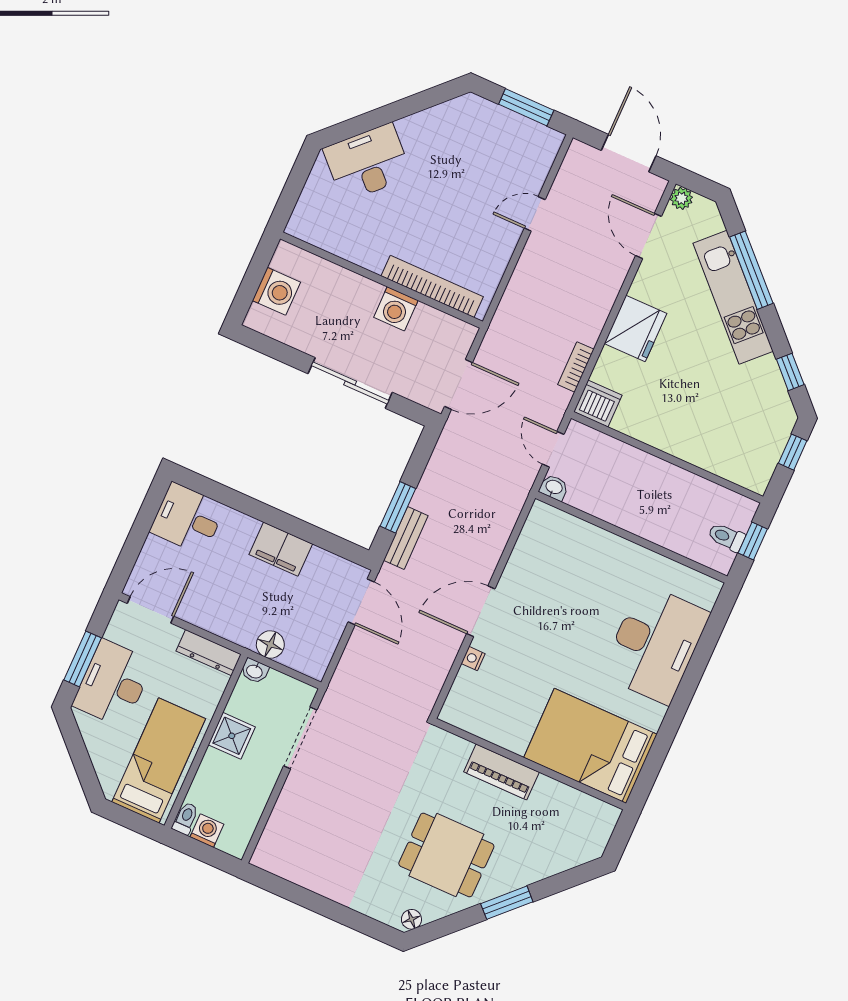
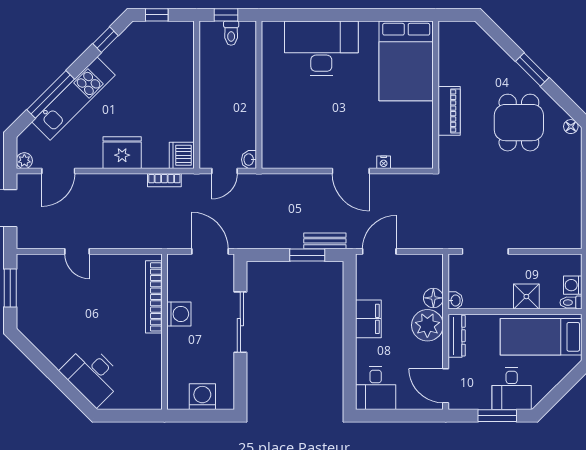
plant: (239, 621) -> (427, 325), added
desk: (113, 684) -> (512, 389), width x0.73
shower: (232, 736) -> (526, 297), moved

